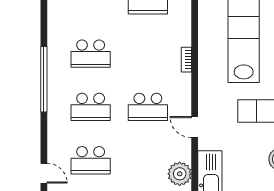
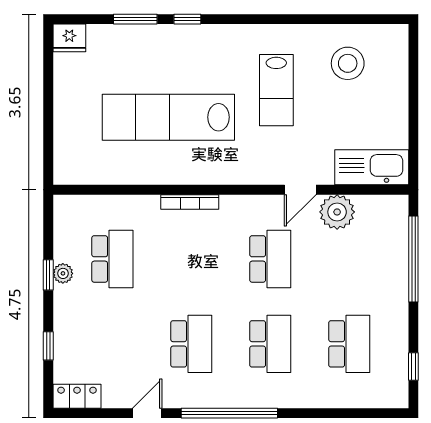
bookcase: (186, 60) -> (190, 202), width x1.56
door: (44, 173) -> (147, 413), moved
plant: (180, 174) -> (337, 212), moved

